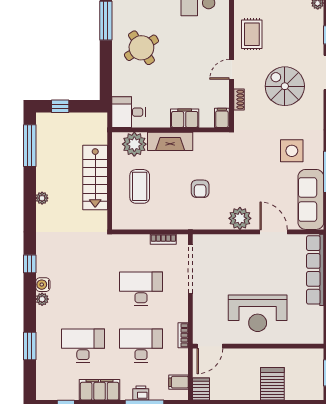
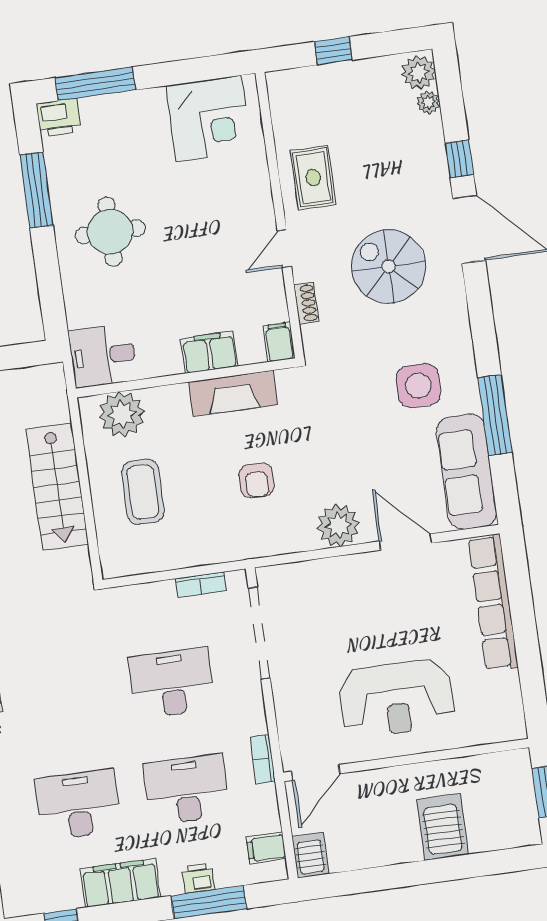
round table: (141, 48) -> (110, 232), turned 33
fireplace: (170, 141) -> (233, 393), moved

